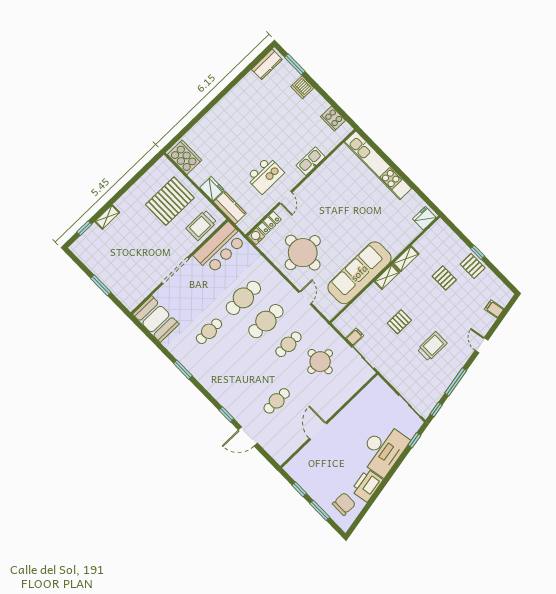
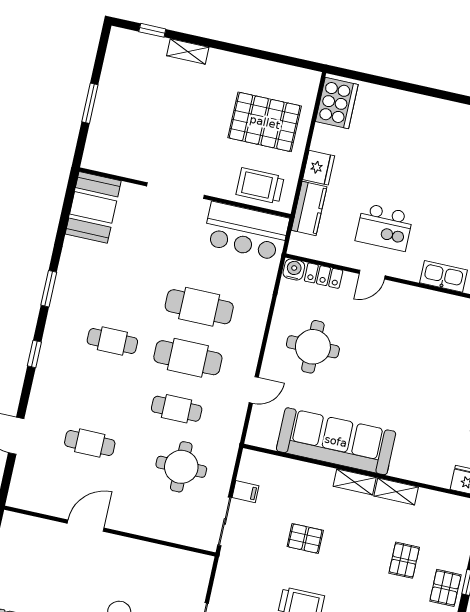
round table: (303, 253) -> (313, 347), width x0.73, depth x0.73
cafe table: (209, 331) -> (112, 341), moved
window: (226, 414) -> (34, 354), moved

